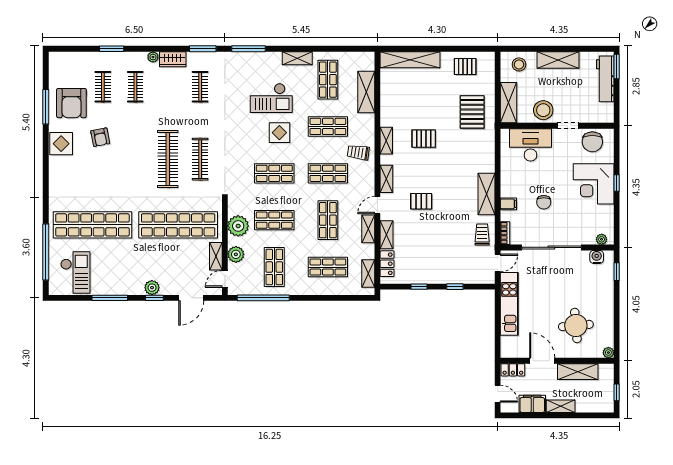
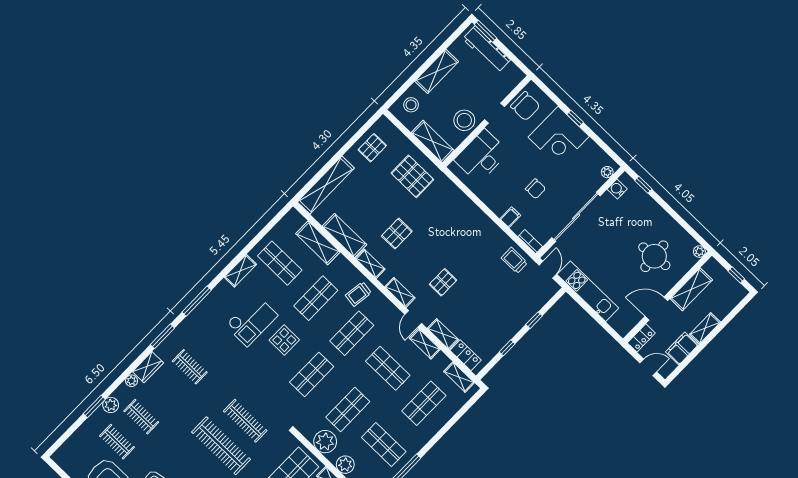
plant: (123, 59) -> (111, 405), added
shelving: (486, 194) -> (345, 235), moved

